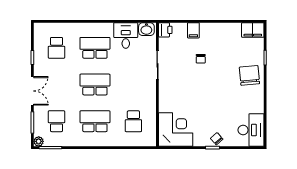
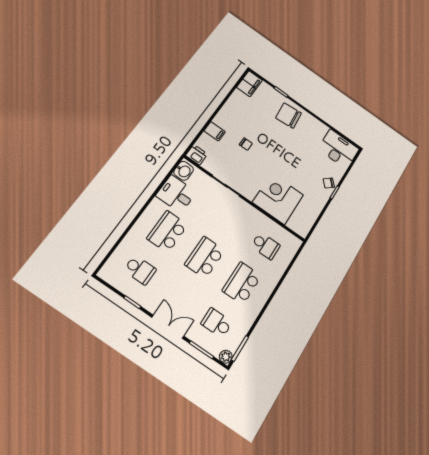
corner desk: (176, 129) -> (278, 199), moved

